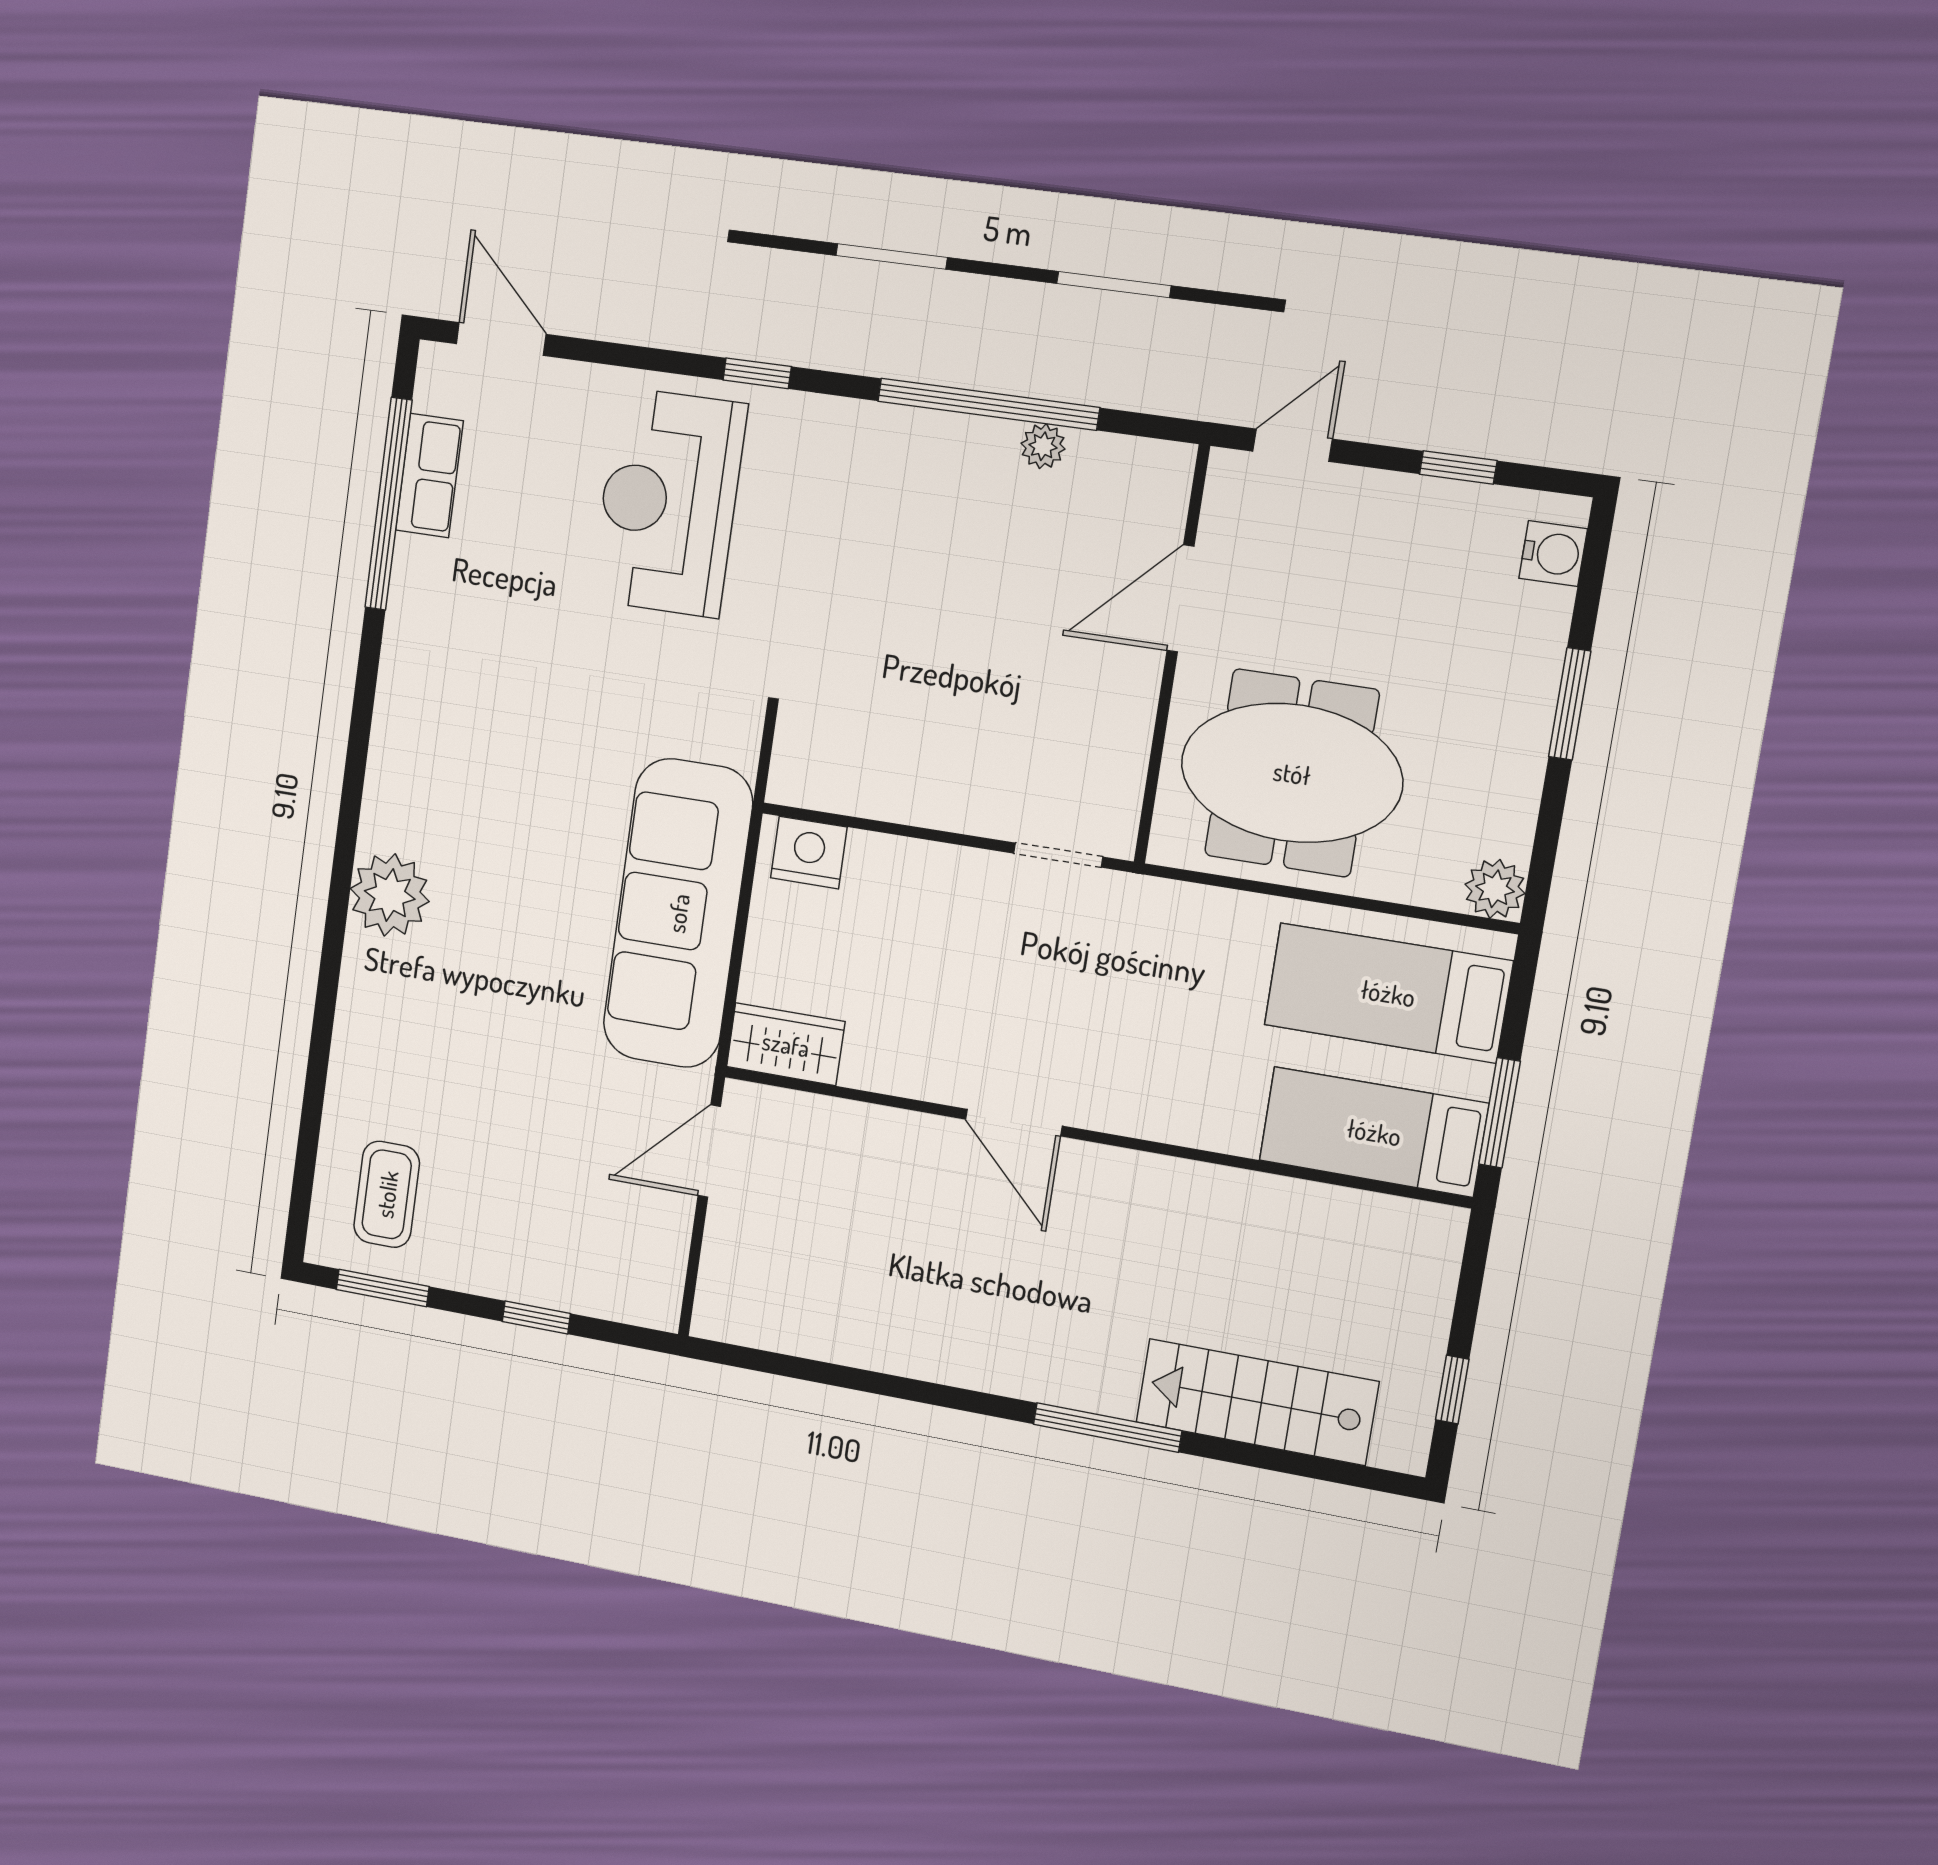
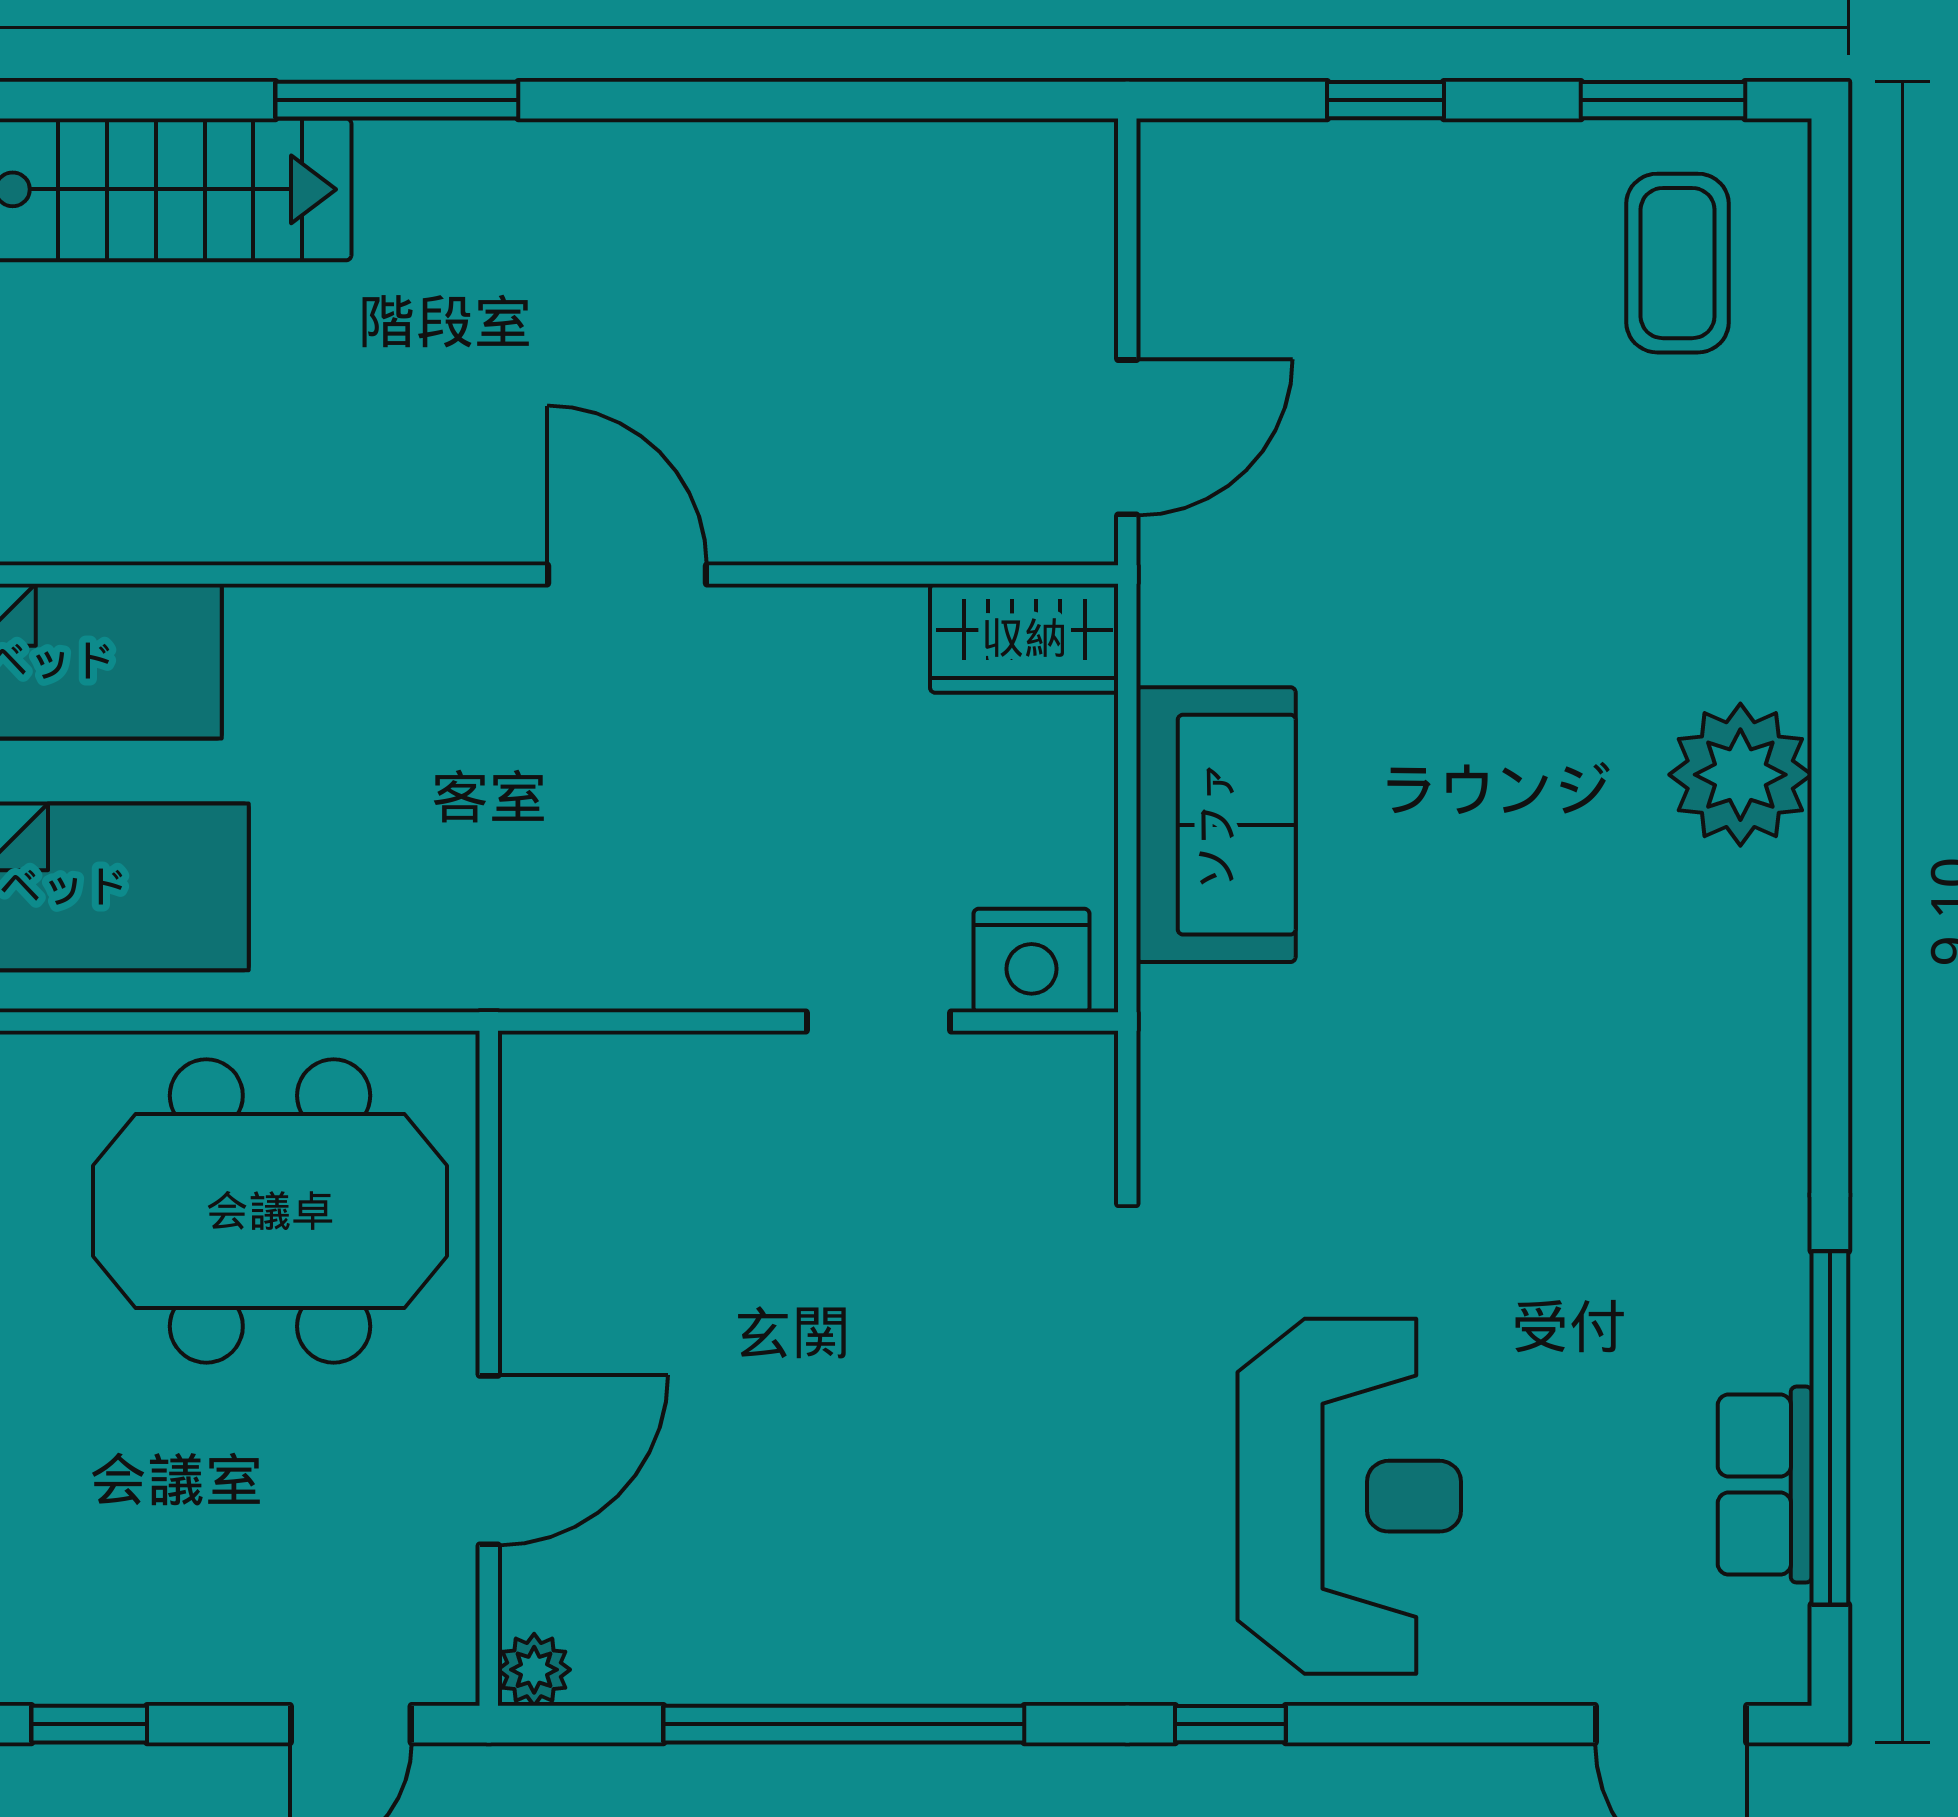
plant: (1043, 446) -> (534, 1670), moved
doorway: (1058, 855) -> (879, 1022), moved
sofa: (678, 913) -> (1216, 825), width x0.54, depth x0.79

